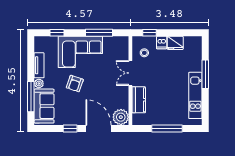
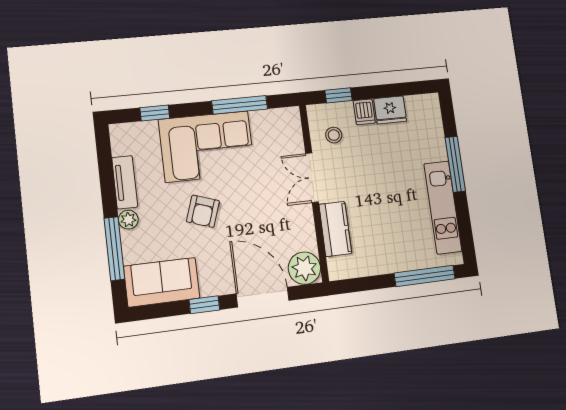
sofa: (44, 106) -> (162, 282), moved, turned -90
window: (167, 128) -> (425, 276), moved

